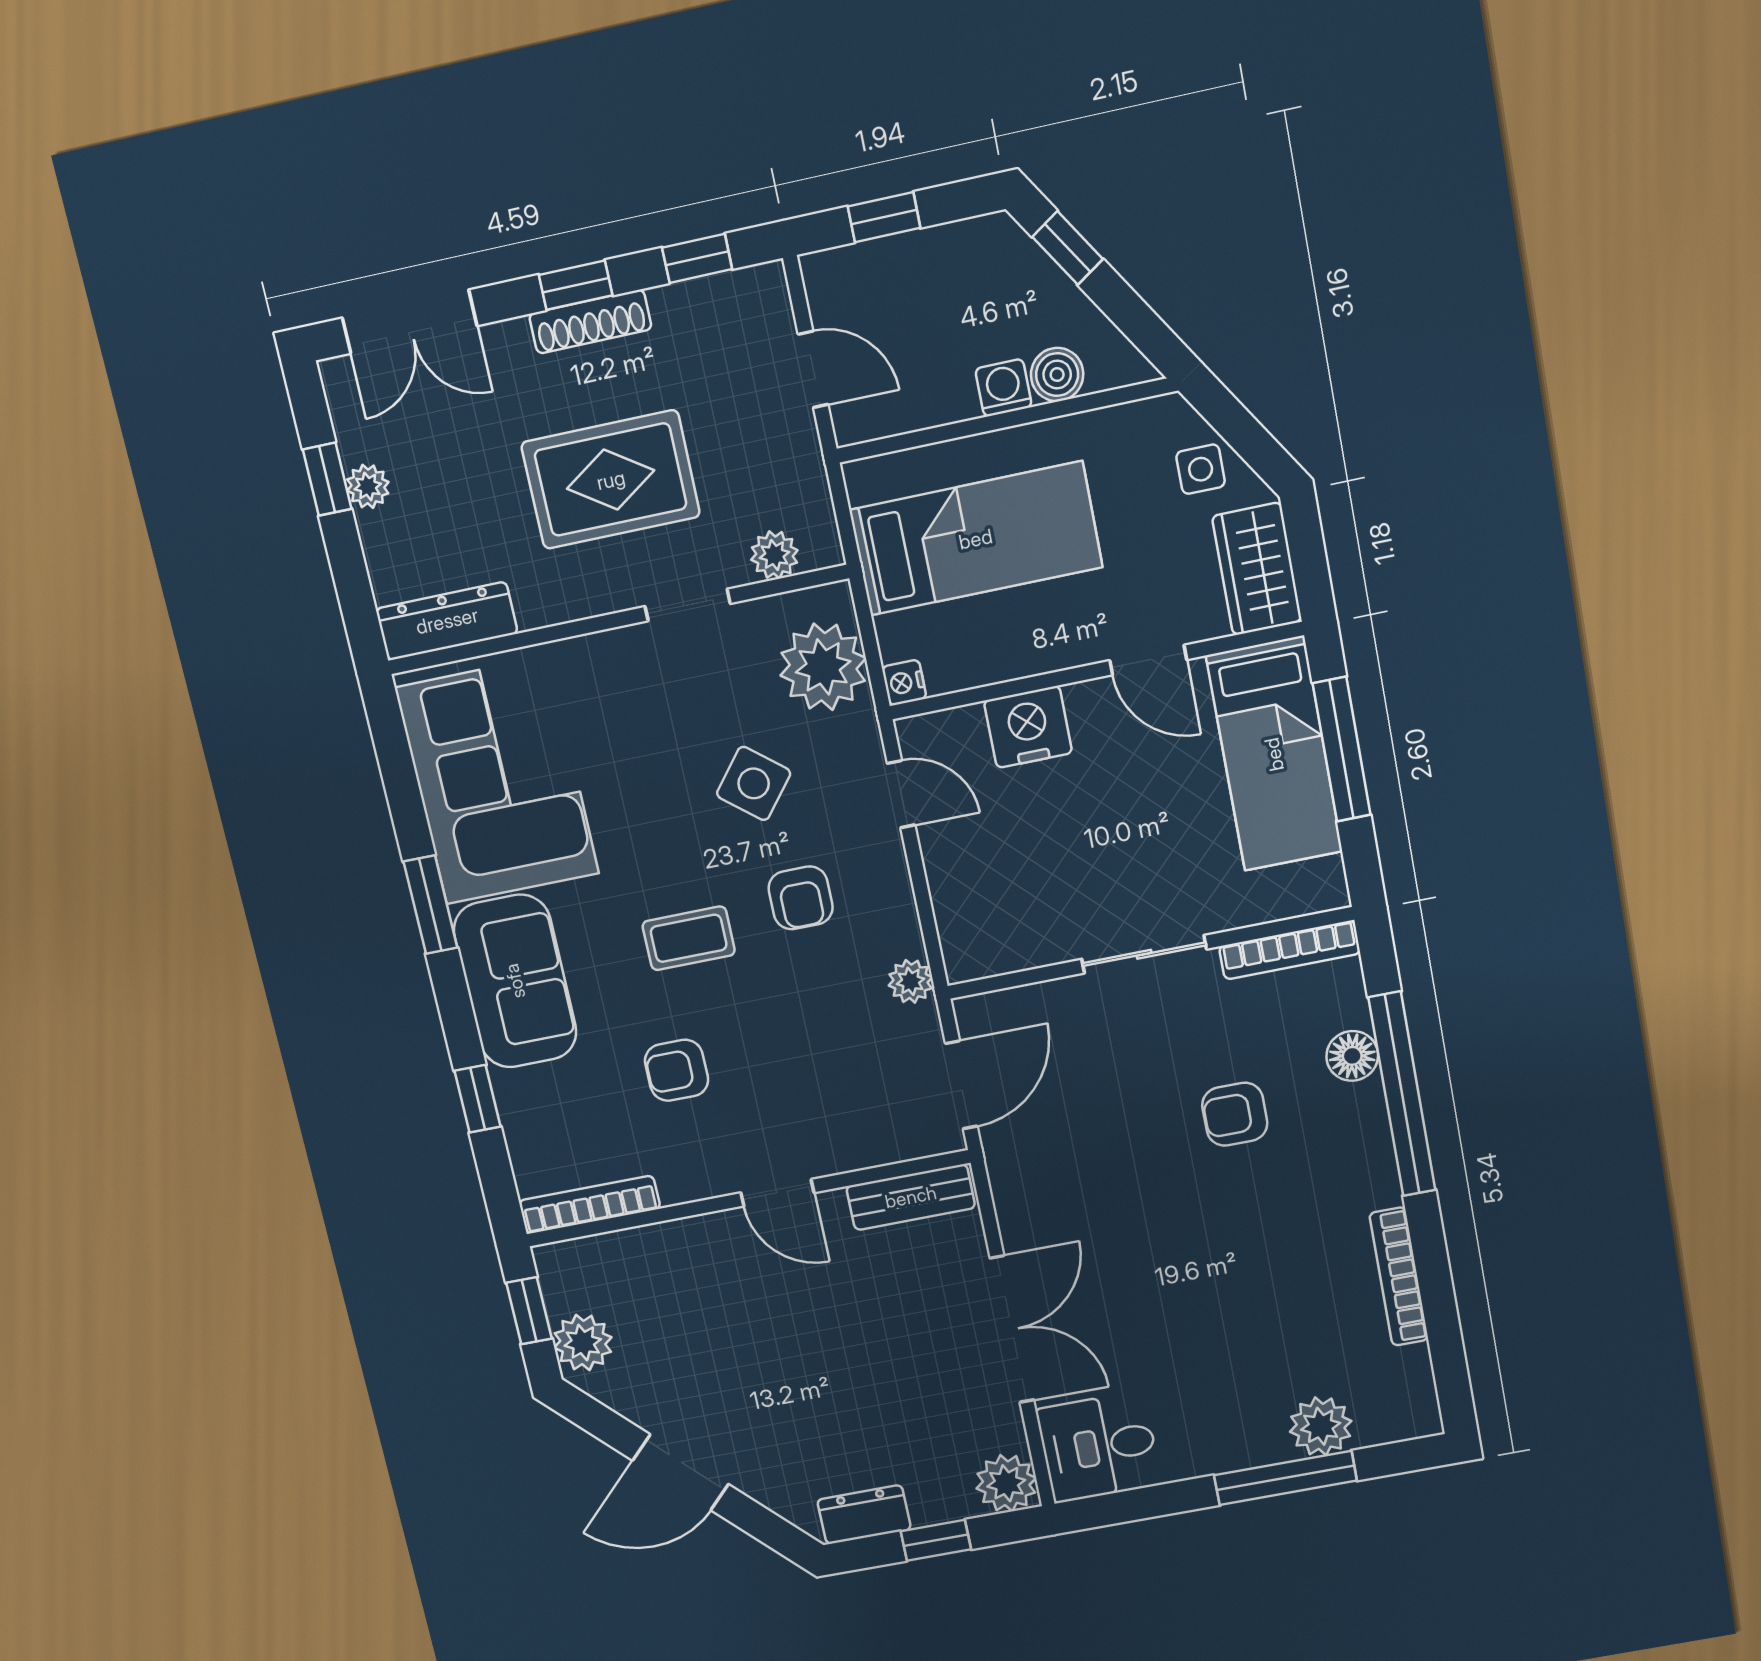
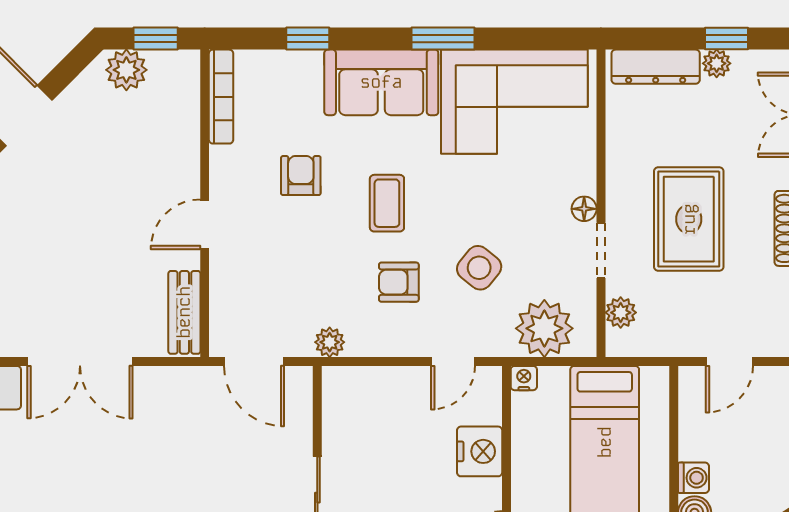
dresser: (447, 621) -> (656, 67), moved, turned 90
floor lamp: (631, 644) -> (584, 209), added

